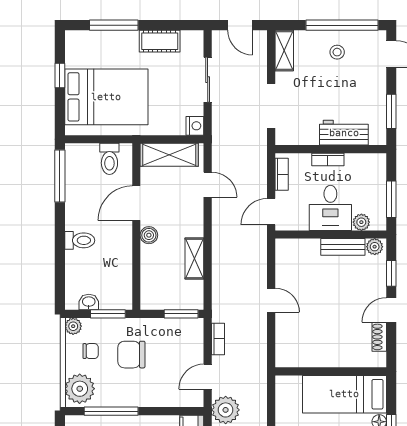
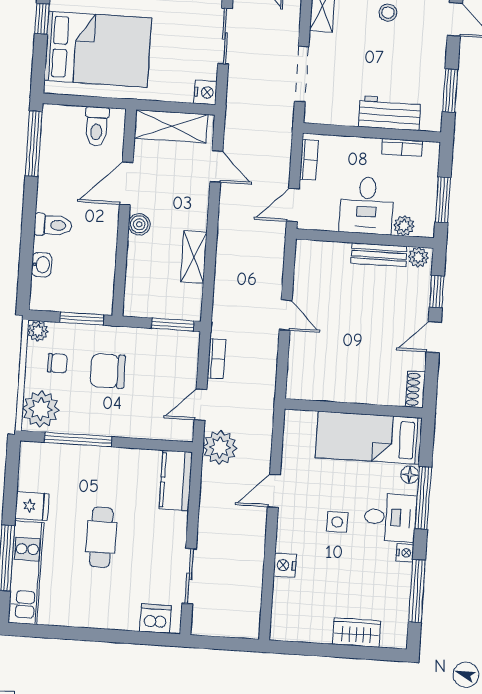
bookcase: (328, 160) -> (402, 147), moved
washbasin: (89, 302) -> (42, 265), moved, turned 90
shoe rack: (379, 337) -> (415, 389), moved

